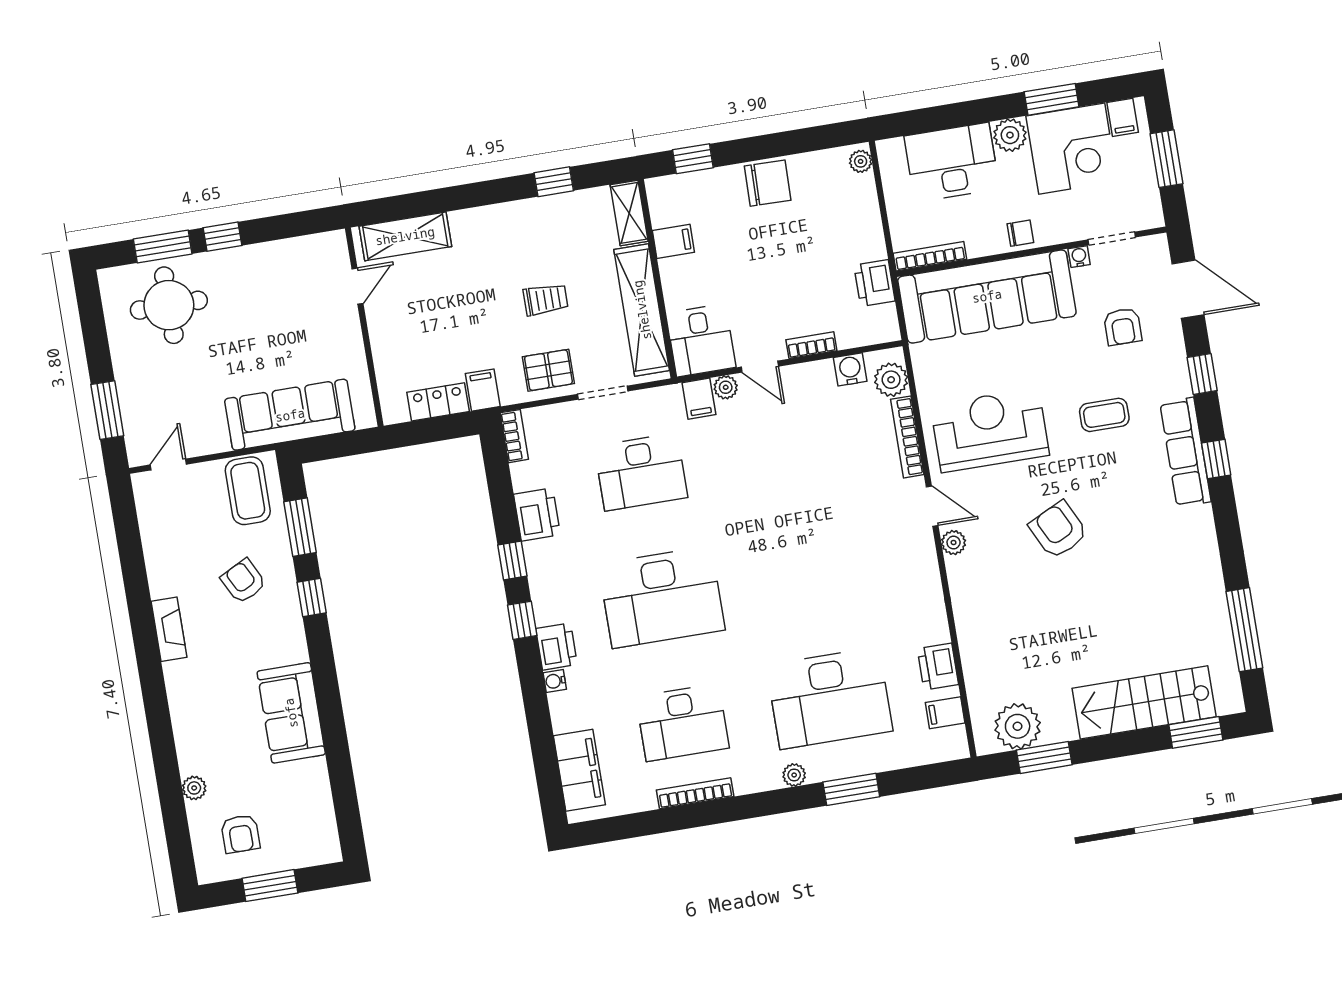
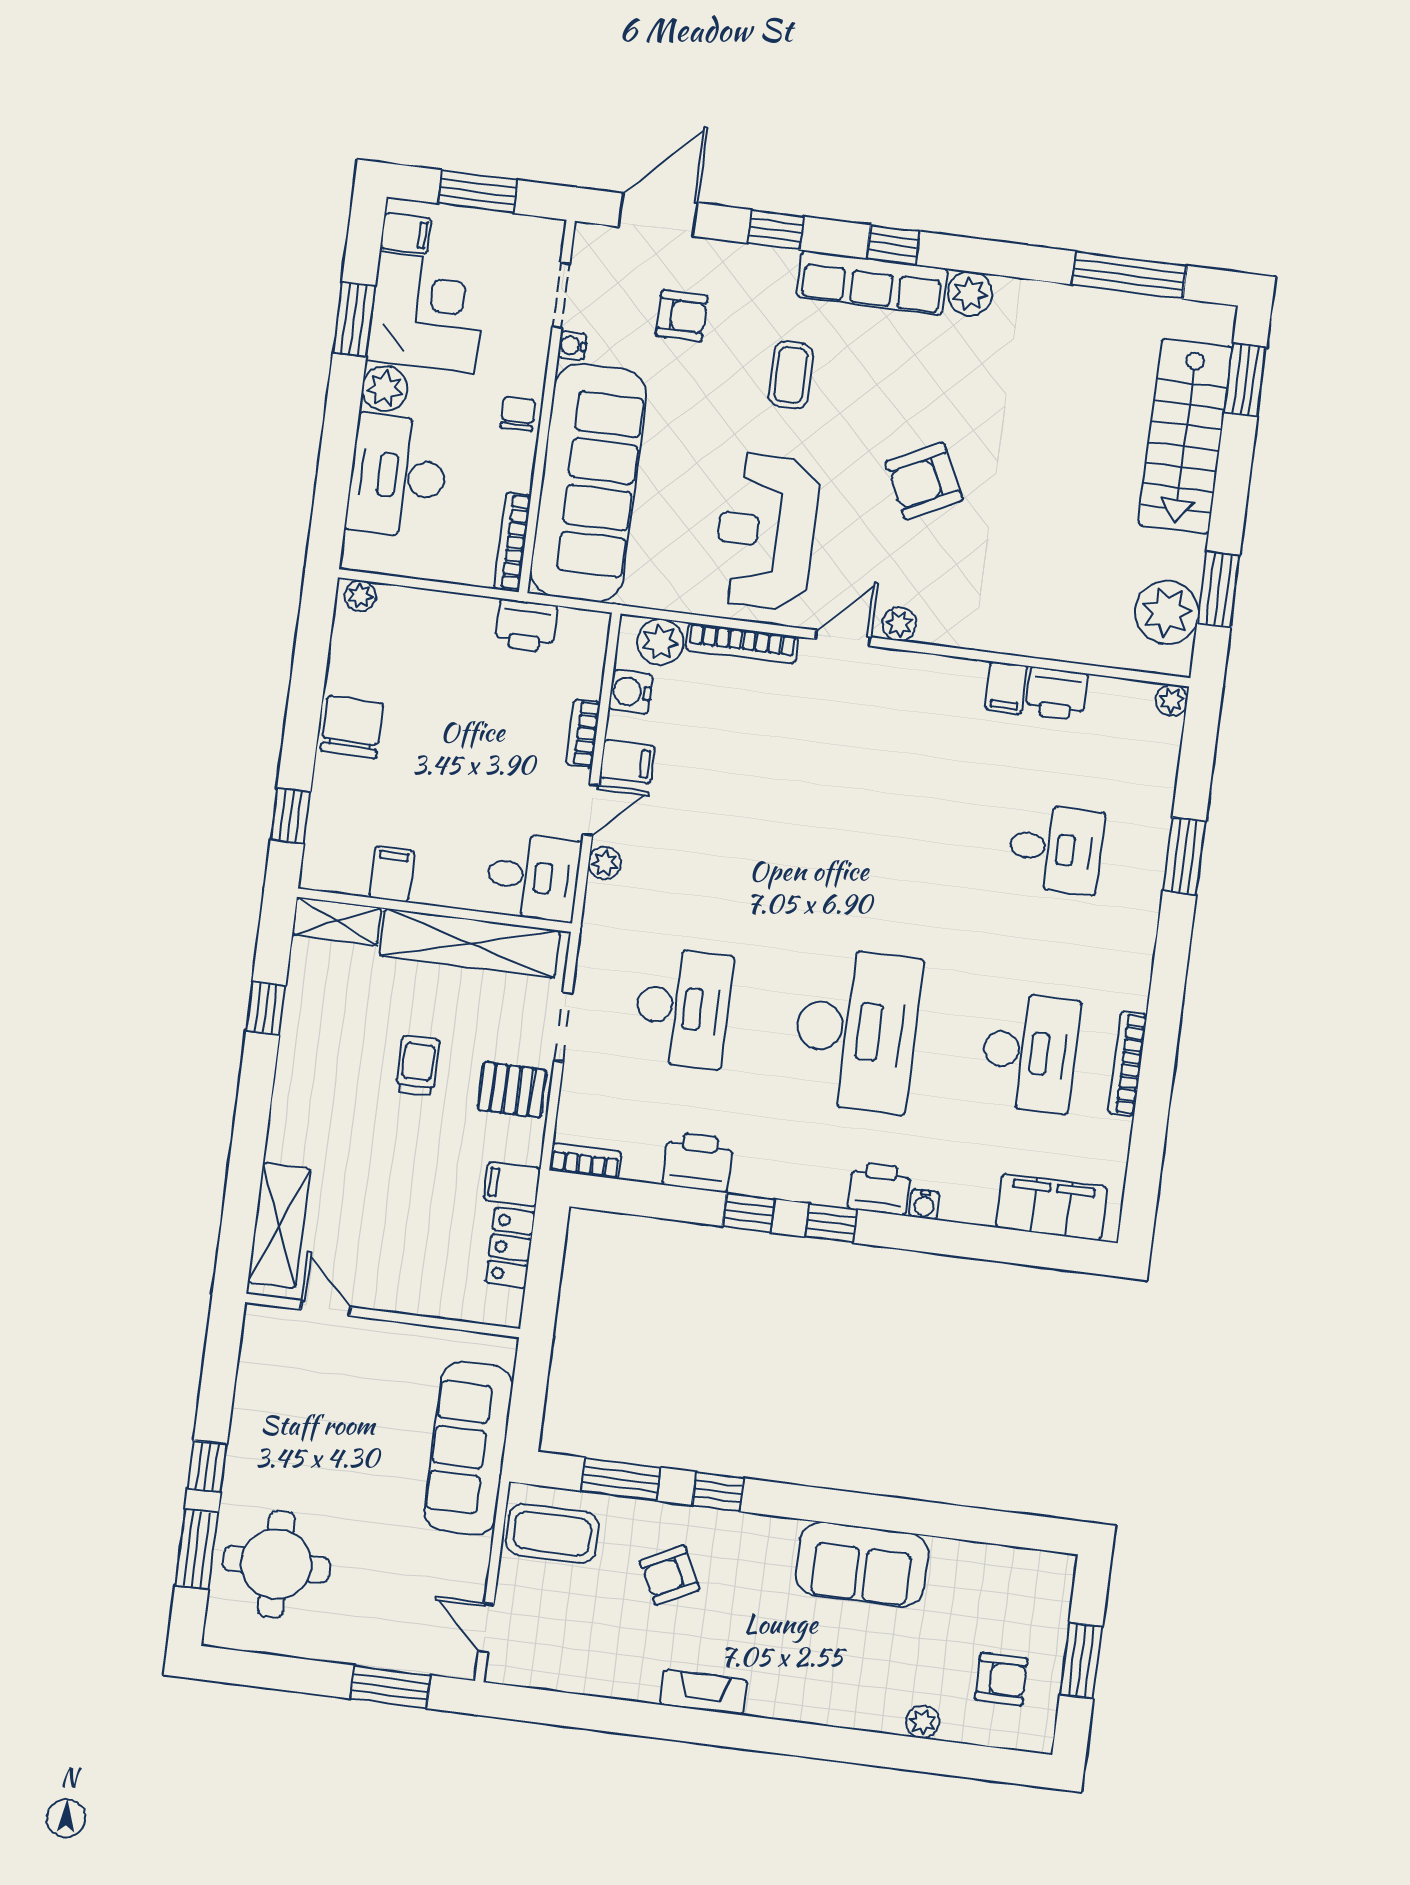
pallet: (548, 370) -> (512, 1090), turned 90
filing cabinet: (699, 399) -> (627, 762), moved
plant: (1198, 523) -> (970, 294), added
desk: (830, 698) -> (1055, 849), width x0.53, depth x0.77
filing cabinet: (945, 713) -> (1006, 688), moved
plant: (794, 775) -> (1172, 700), moved

